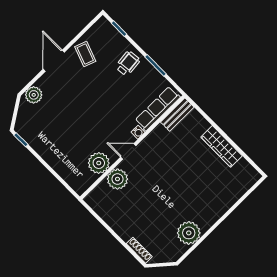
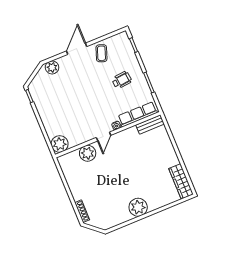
wheelchair: (128, 63) -> (122, 80), moved
wardrobe: (222, 146) -> (181, 181), moved
door: (128, 151) -> (104, 136), swing flipped
plant: (99, 163) -> (60, 144), moved
plant: (189, 233) -> (138, 207), moved

